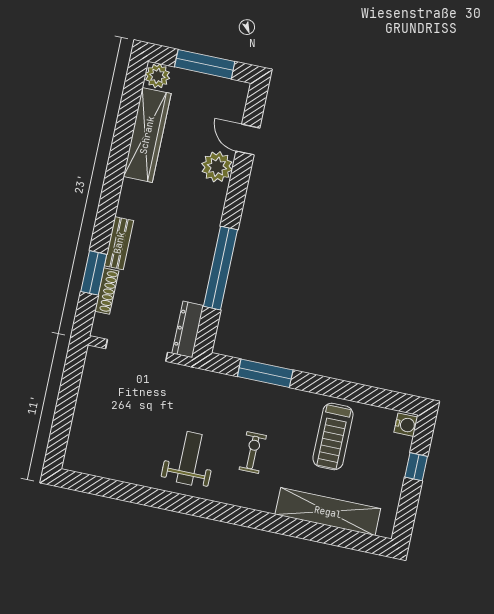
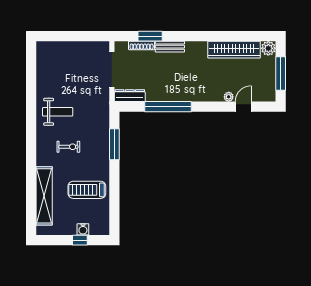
plant: (217, 167) -> (229, 97), width x0.53, depth x0.53
water cooler: (406, 425) -> (83, 229), moved

